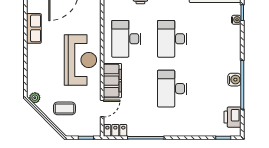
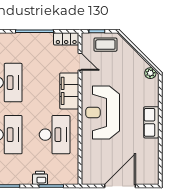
row of seats: (34, 28) -> (151, 122), moved
coffee table: (64, 108) -> (105, 45), moved
door: (102, 109) -> (80, 62), swing flipped

